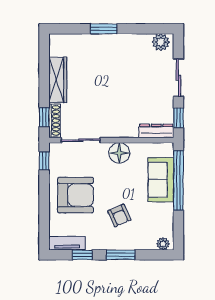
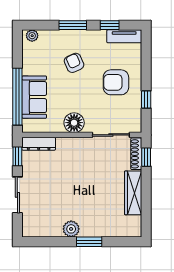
plant: (161, 42) -> (71, 229), moved
window: (44, 161) -> (146, 99), moved
armchair: (76, 195) -> (116, 82), width x0.73, depth x0.73

